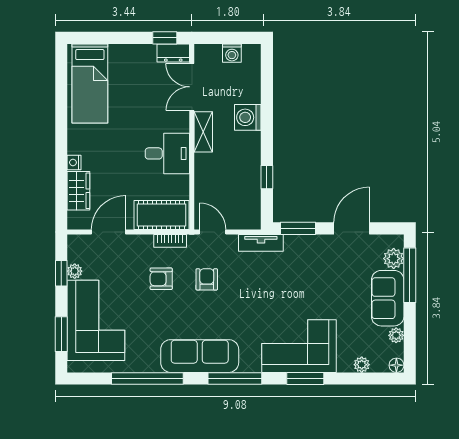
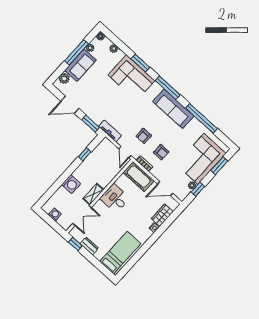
dresser: (173, 53) -> (89, 246), moved
window: (410, 275) -> (76, 52), moved

